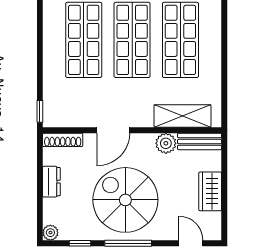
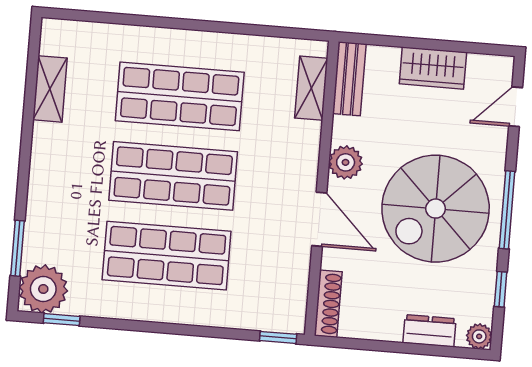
shelving: (183, 116) -> (311, 88), width x0.67, depth x0.75
plant: (166, 143) -> (346, 162), moved
dresser: (51, 182) -> (429, 331), moved

